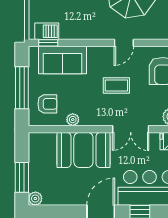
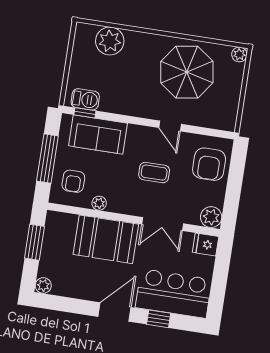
door: (124, 43) -> (170, 126), hinge flipped
armchair: (47, 104) -> (73, 181), turned 90
window: (22, 177) -> (34, 242), moved

